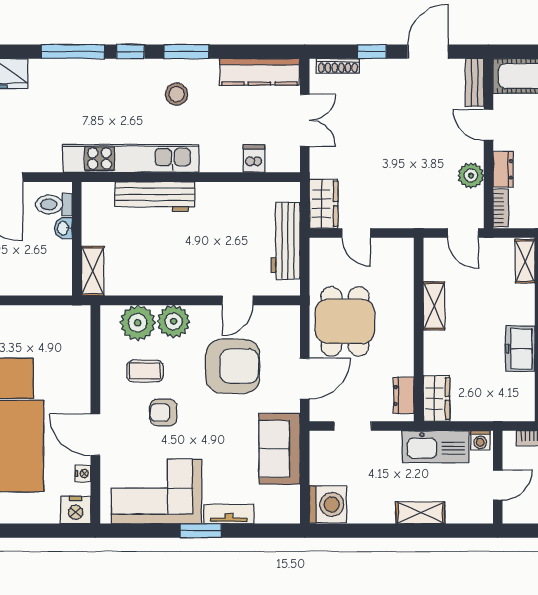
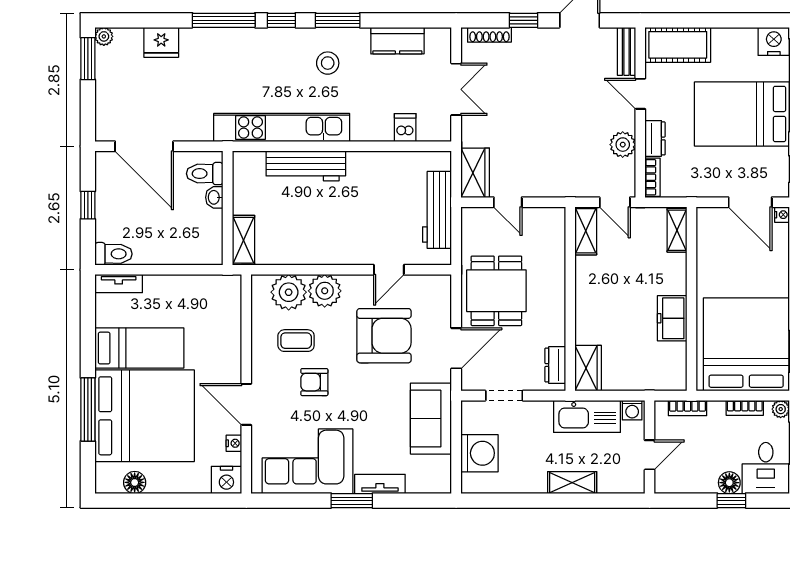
kitchen counter: (259, 72) -> (397, 41), width x0.67
shelving: (434, 306) -> (586, 231), moved
washing machine: (328, 505) -> (479, 453), moved

